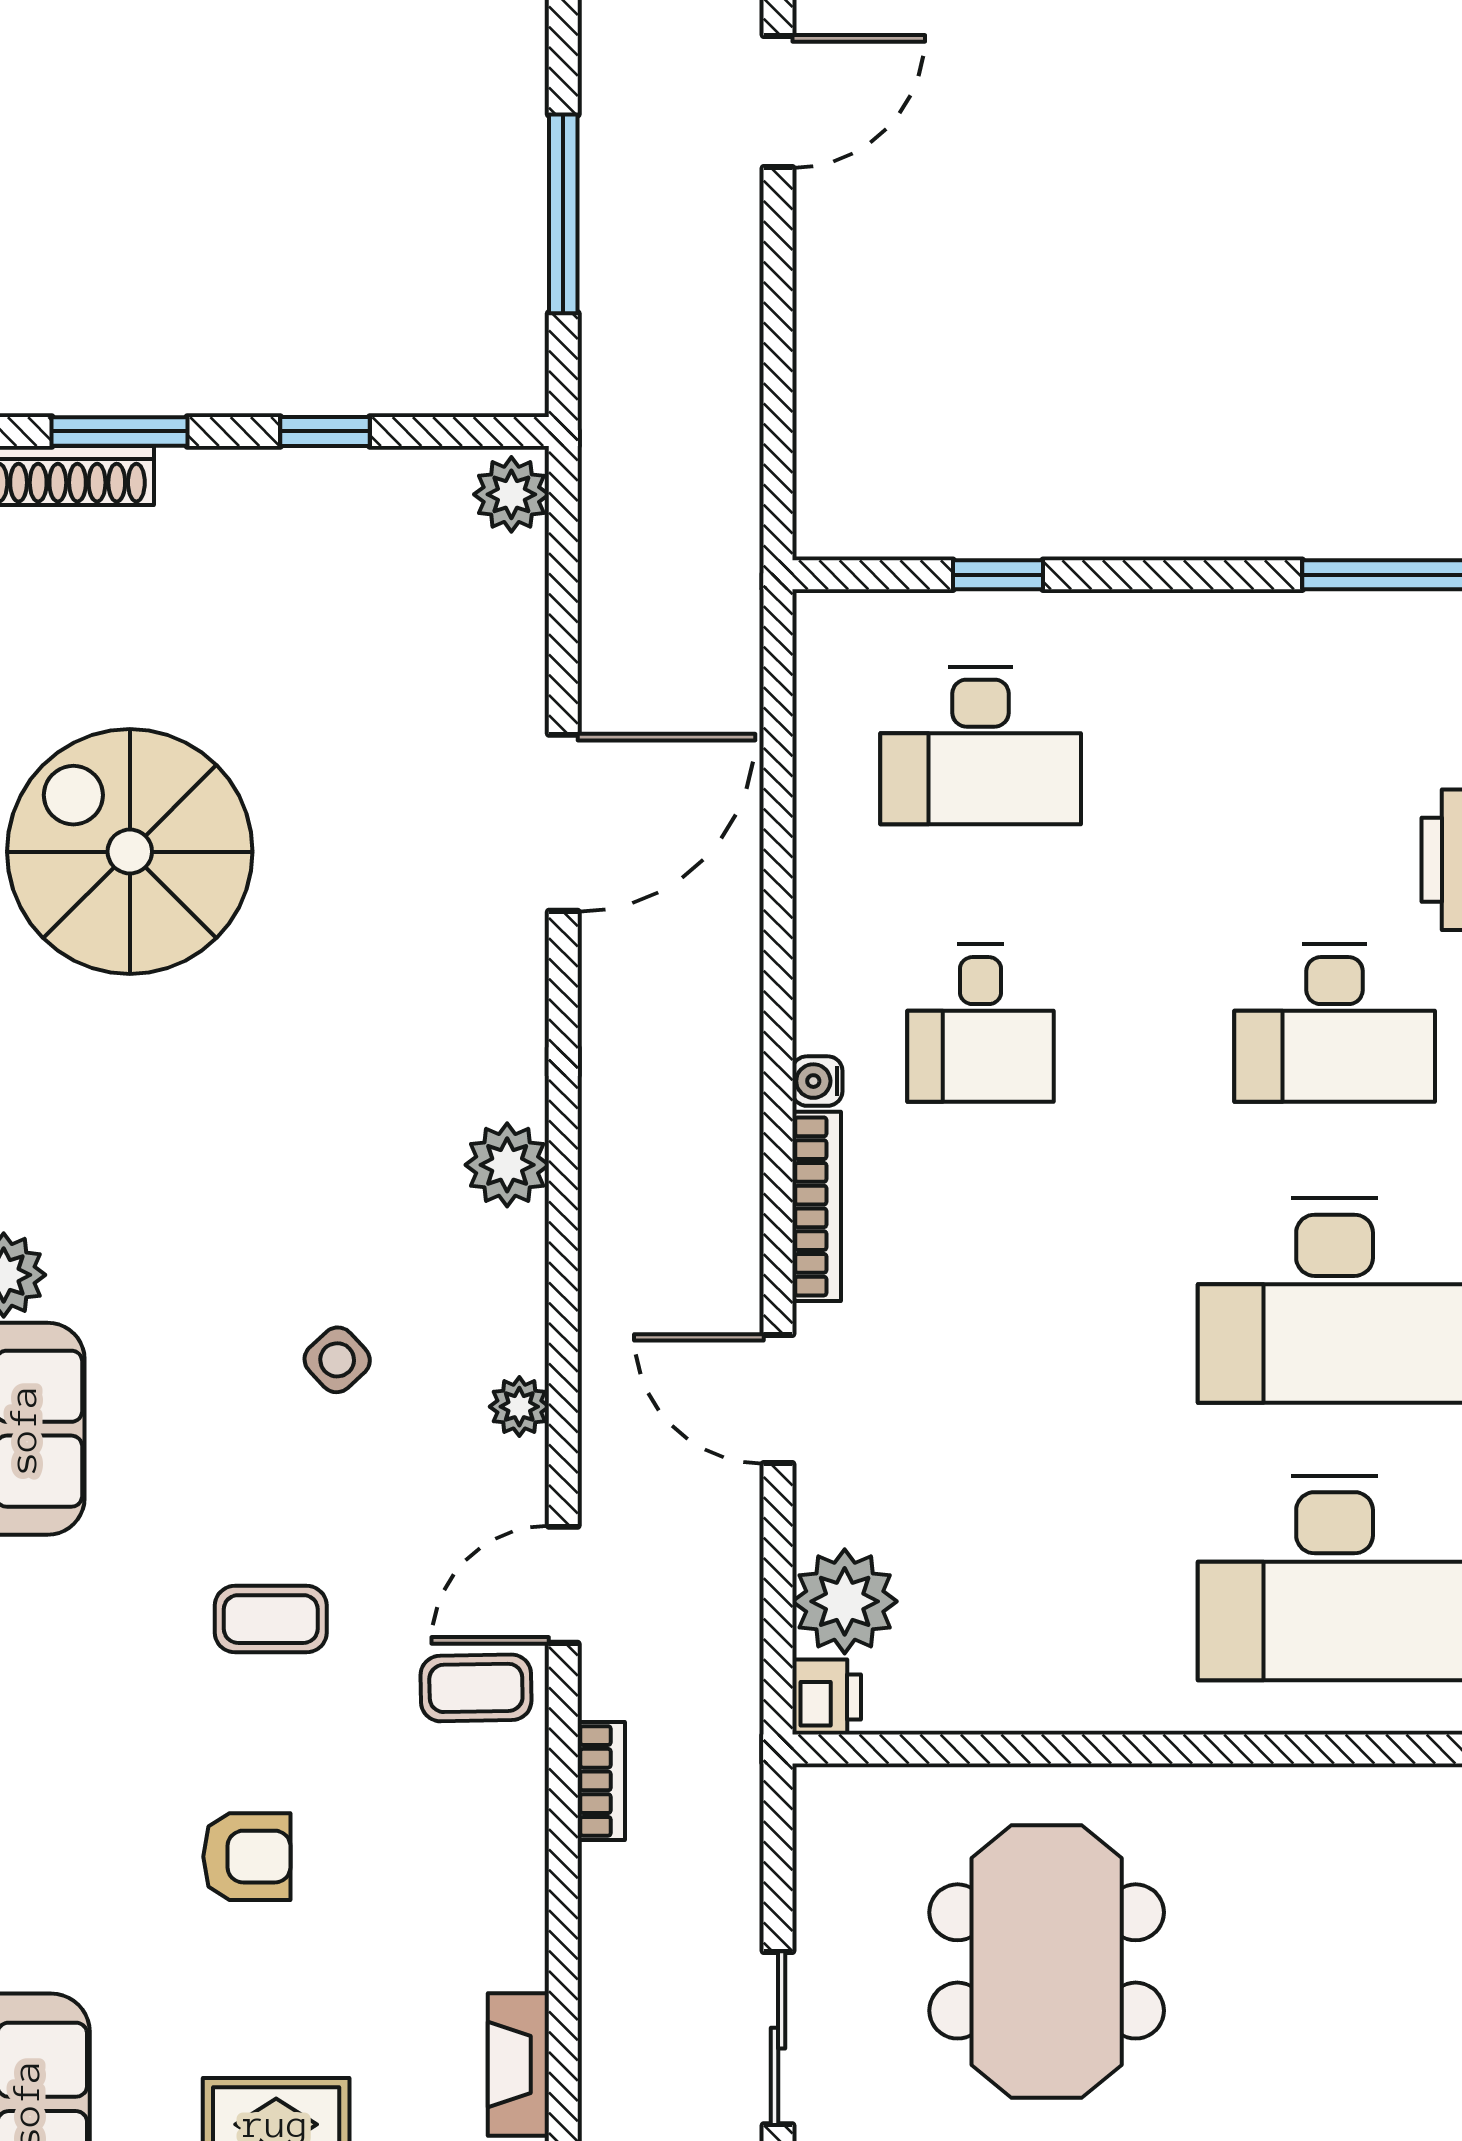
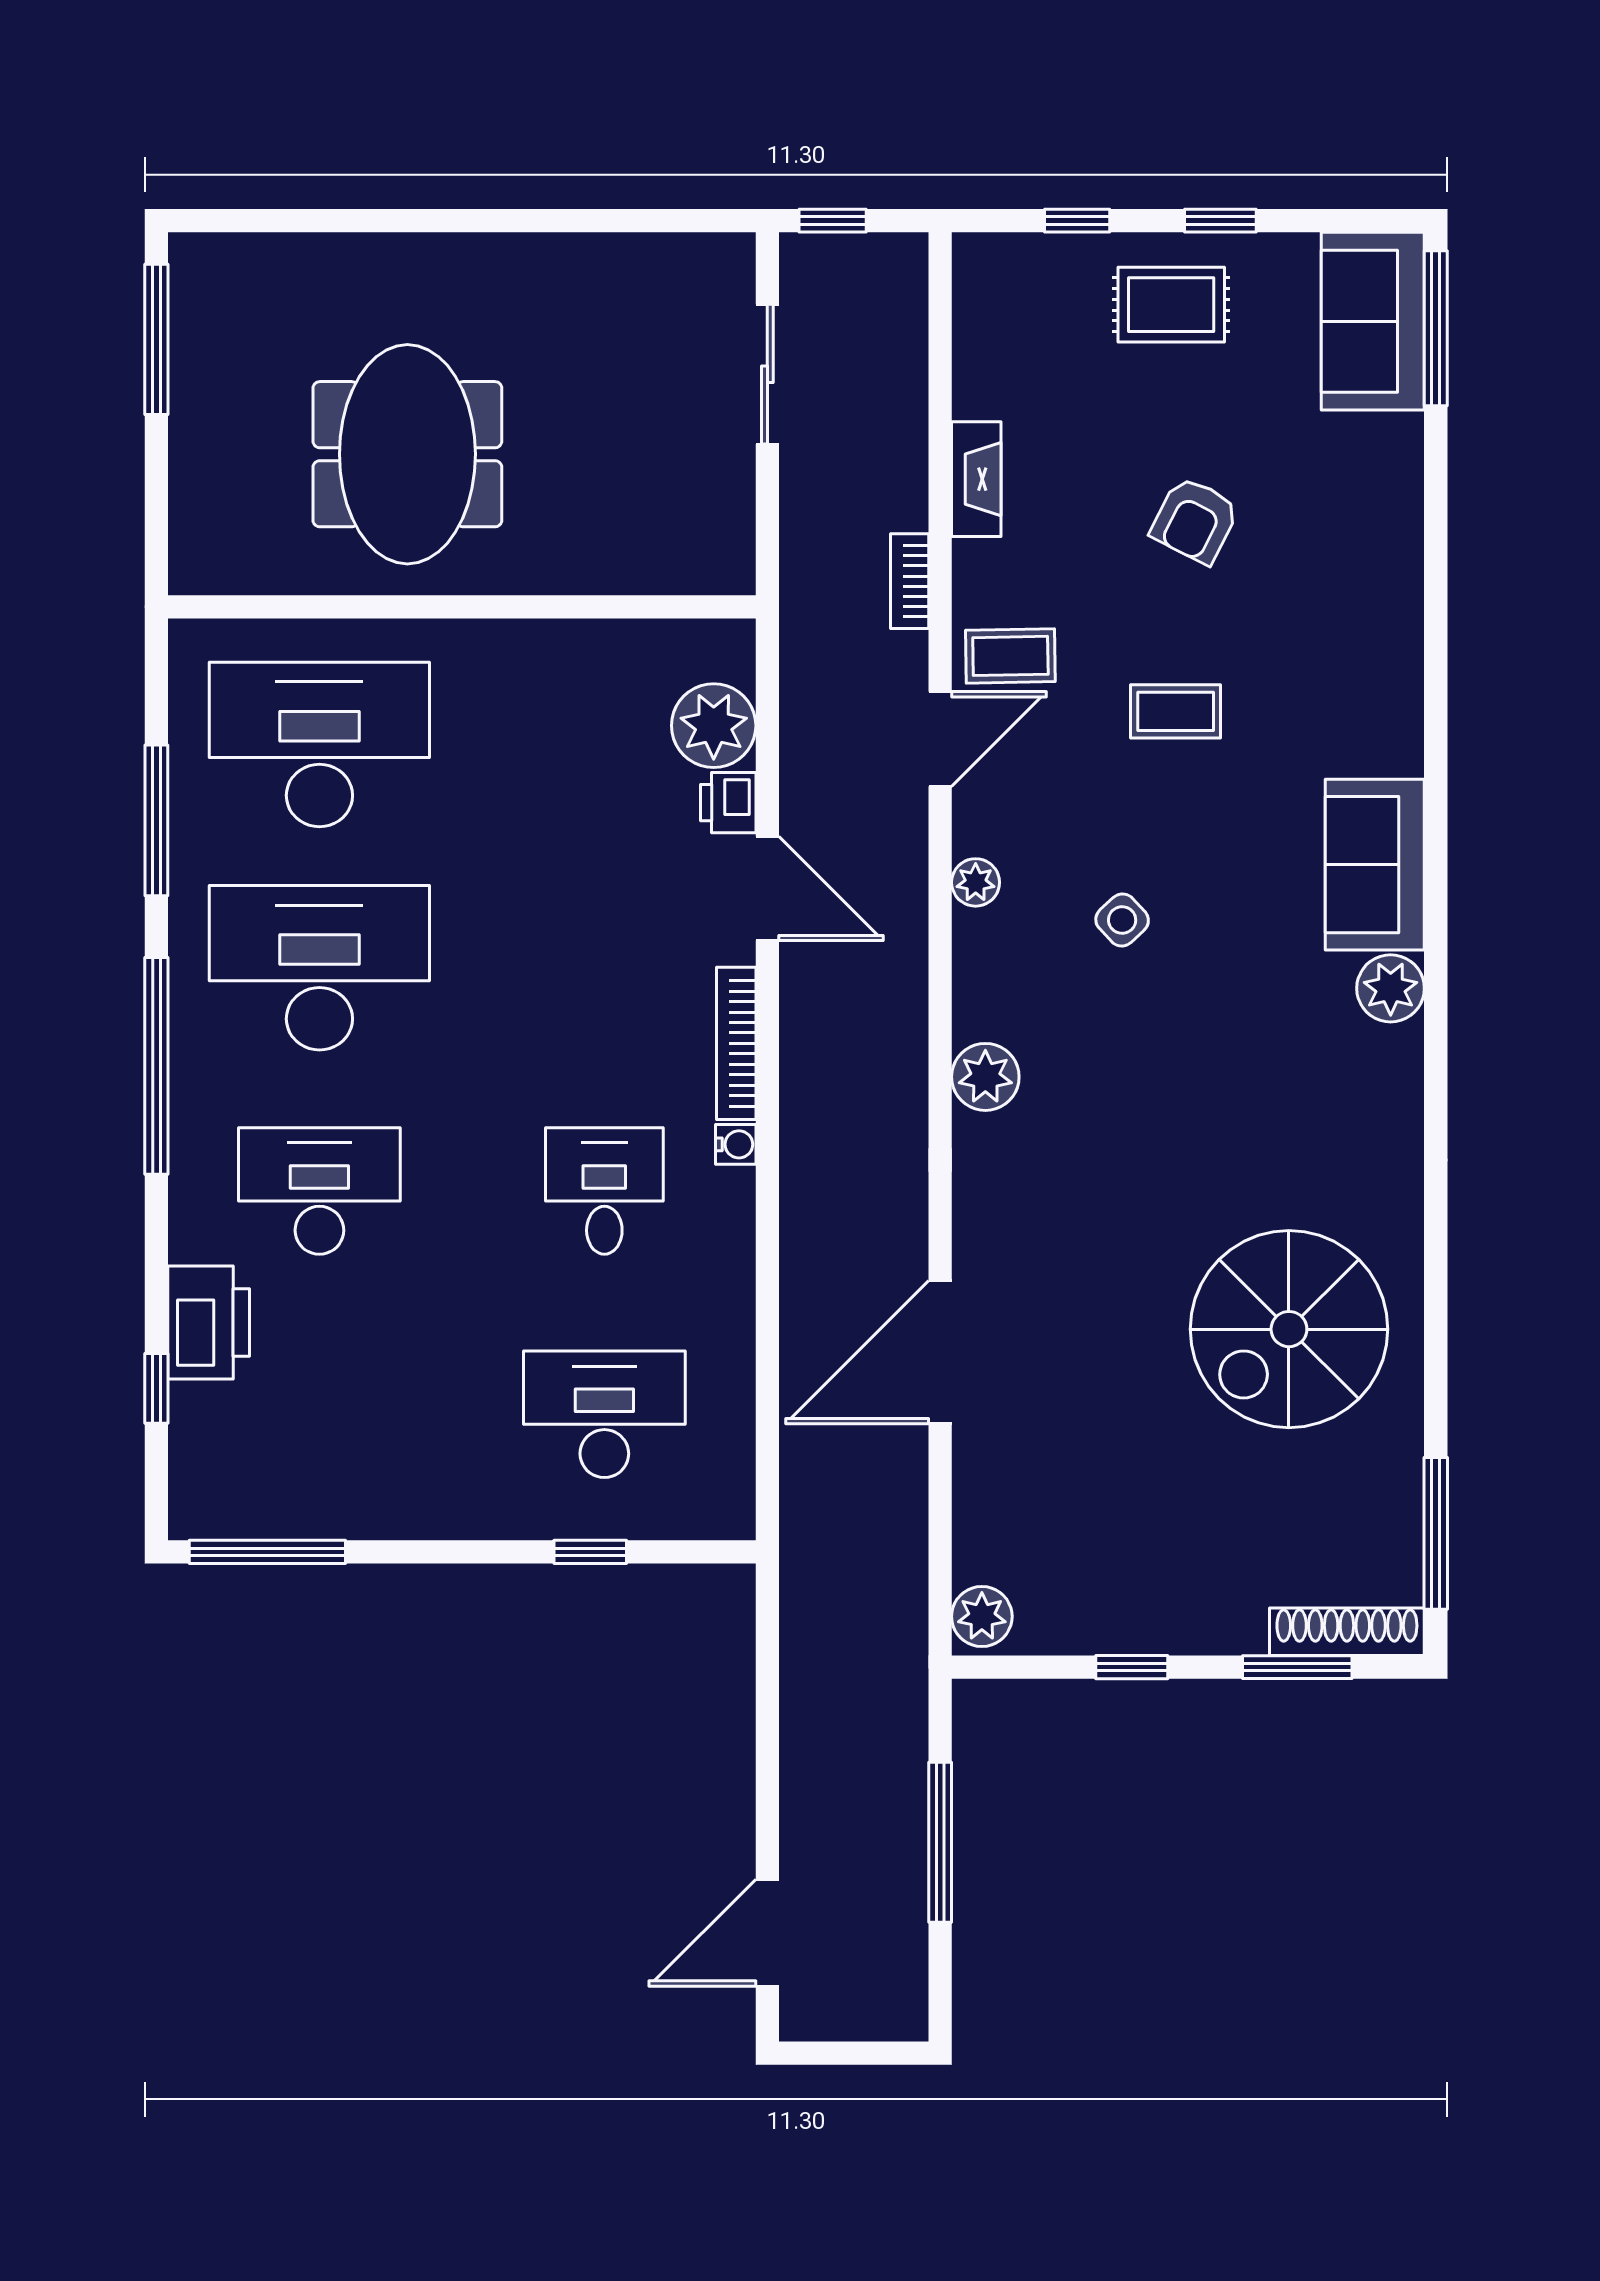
spiral stairs: (130, 852) -> (1289, 1329), turned 90
printer: (827, 1697) -> (728, 803), moved
armchair: (247, 1857) -> (1195, 520), turned -63
meeting table: (1047, 1961) -> (407, 454), moved
fireplace: (518, 2064) -> (976, 479), moved

